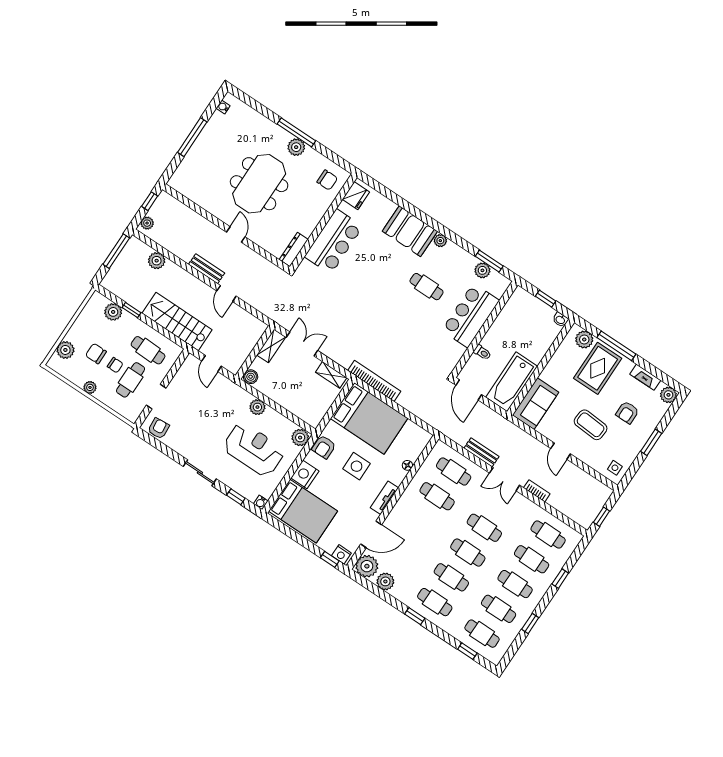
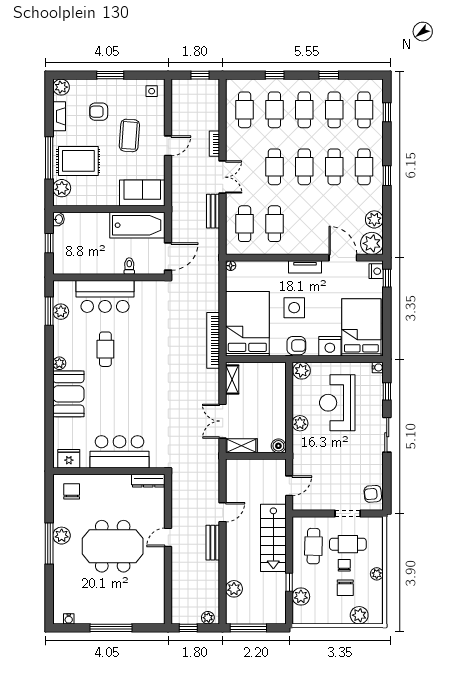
armchair: (627, 412) -> (99, 112), turned 180
floor lamp: (407, 465) -> (231, 266), moved

